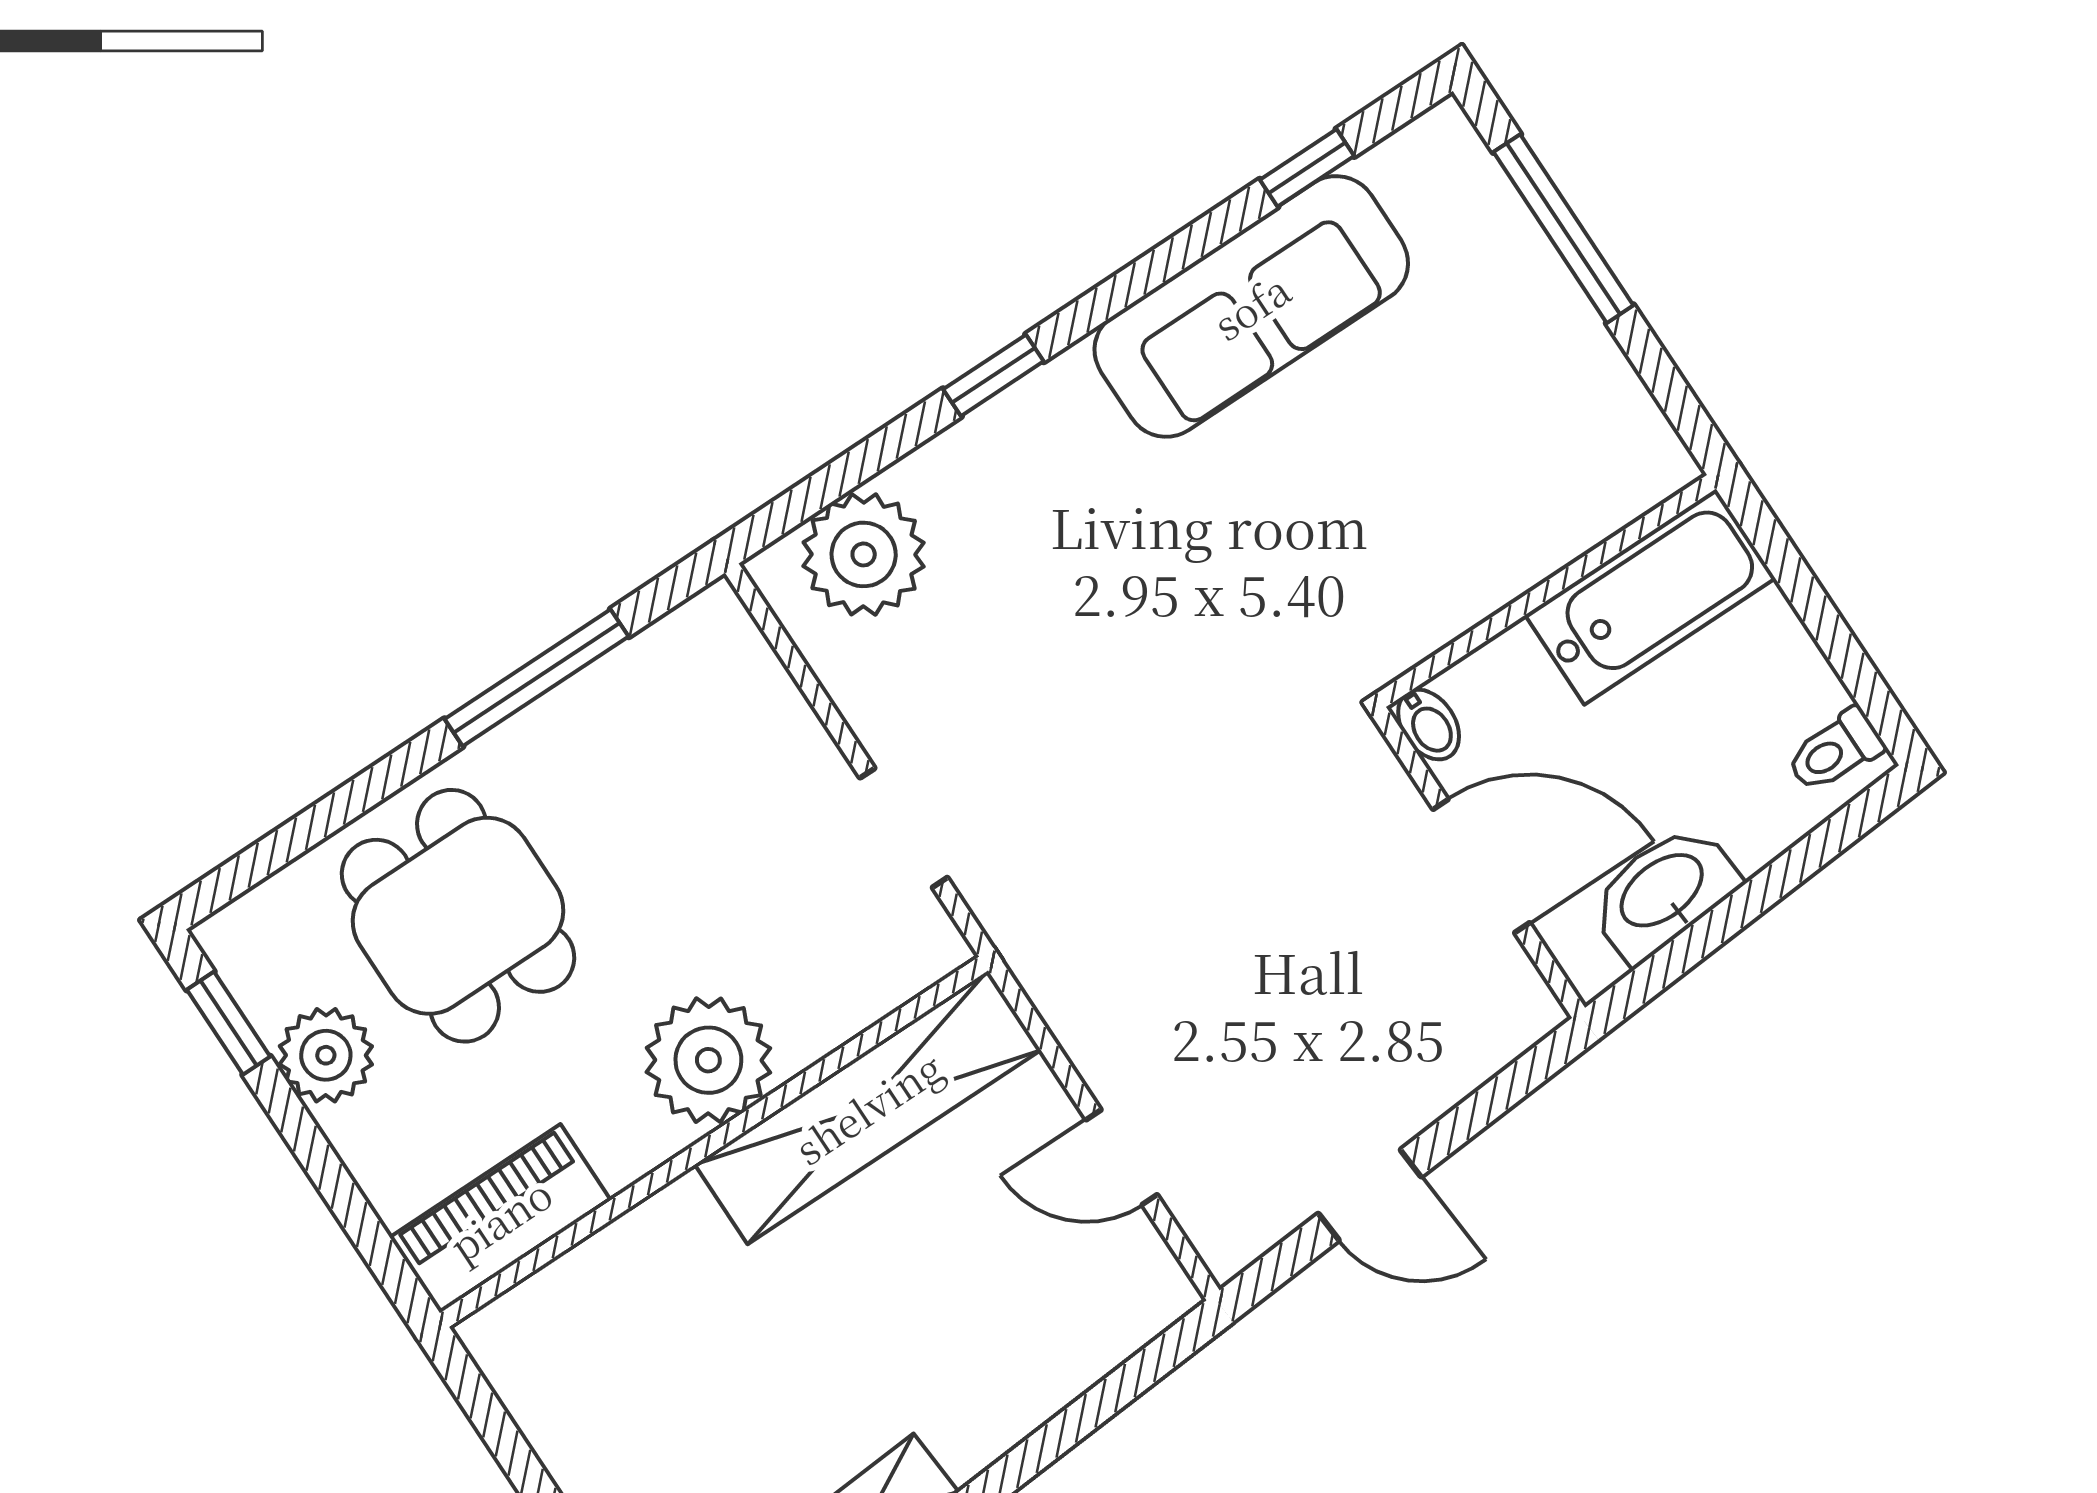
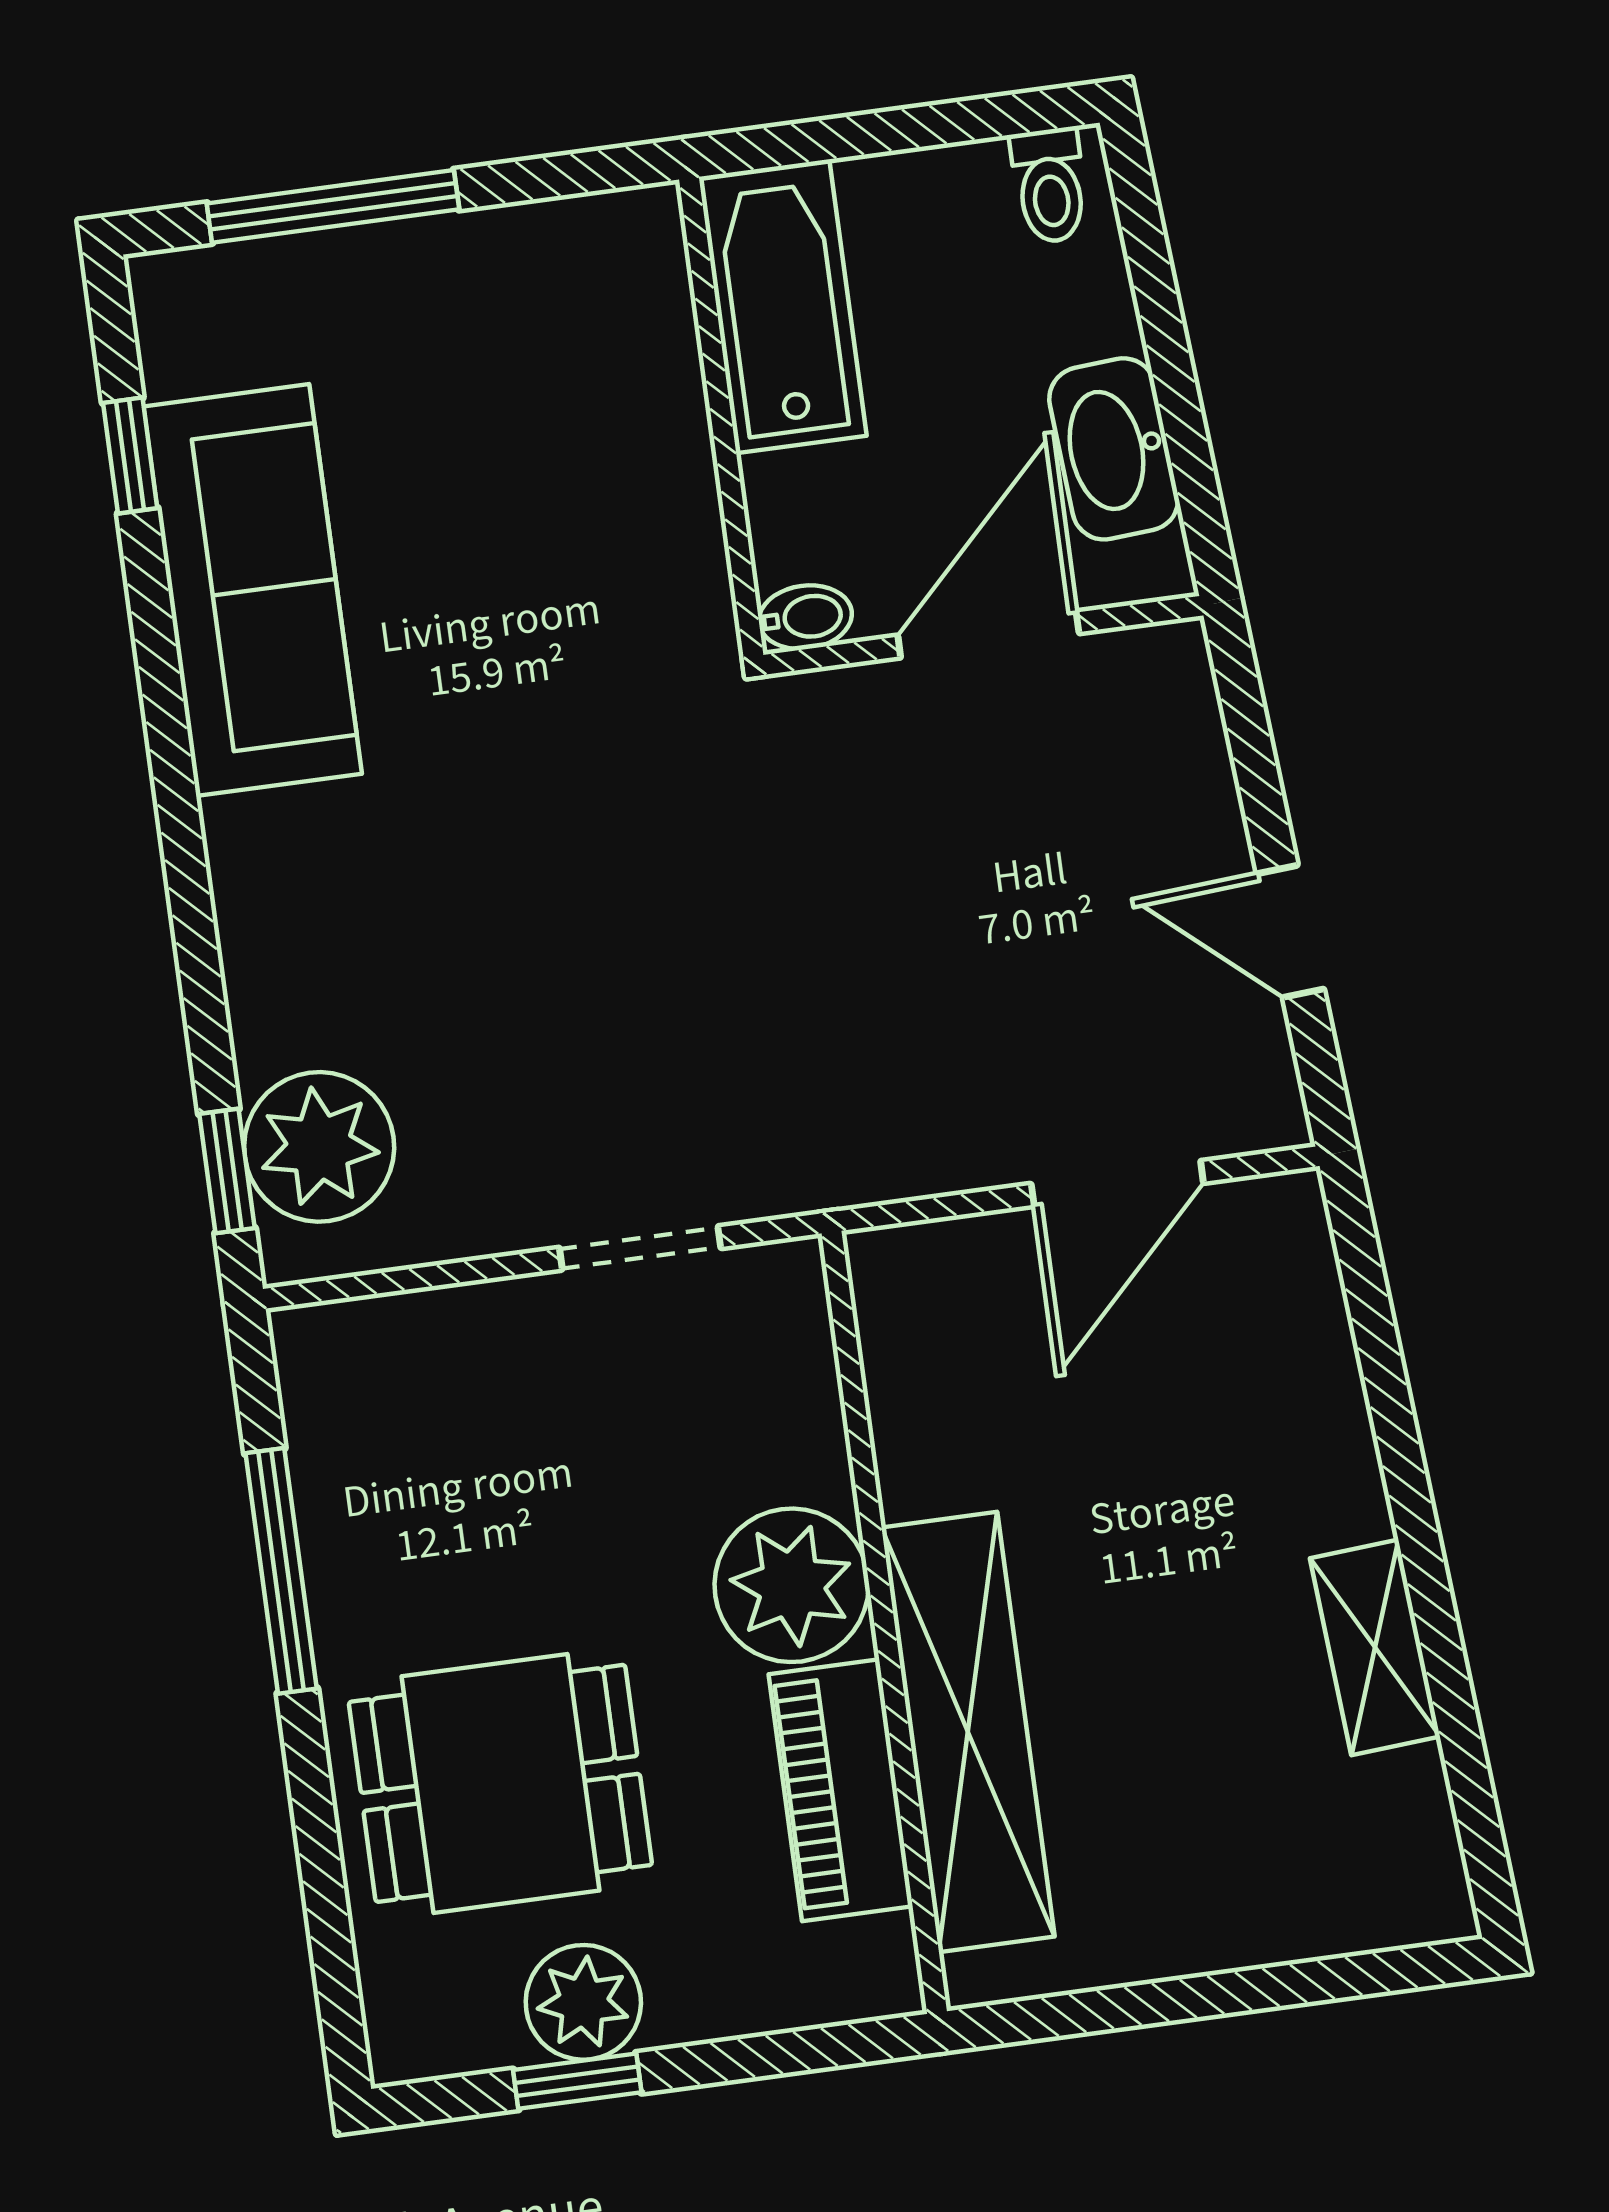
window: (993, 375) -> (227, 1171), moved
window: (229, 1023) -> (577, 2081), moved
shelving: (868, 1107) -> (968, 1732), moved
door: (1122, 1157) -> (1117, 1183), width x1.38
door: (1370, 1195) -> (1290, 931), swing flipped
piano: (500, 1219) -> (841, 1790), moved

